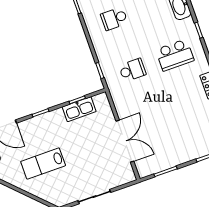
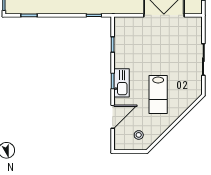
kitchen sink: (79, 109) -> (122, 83), moved

